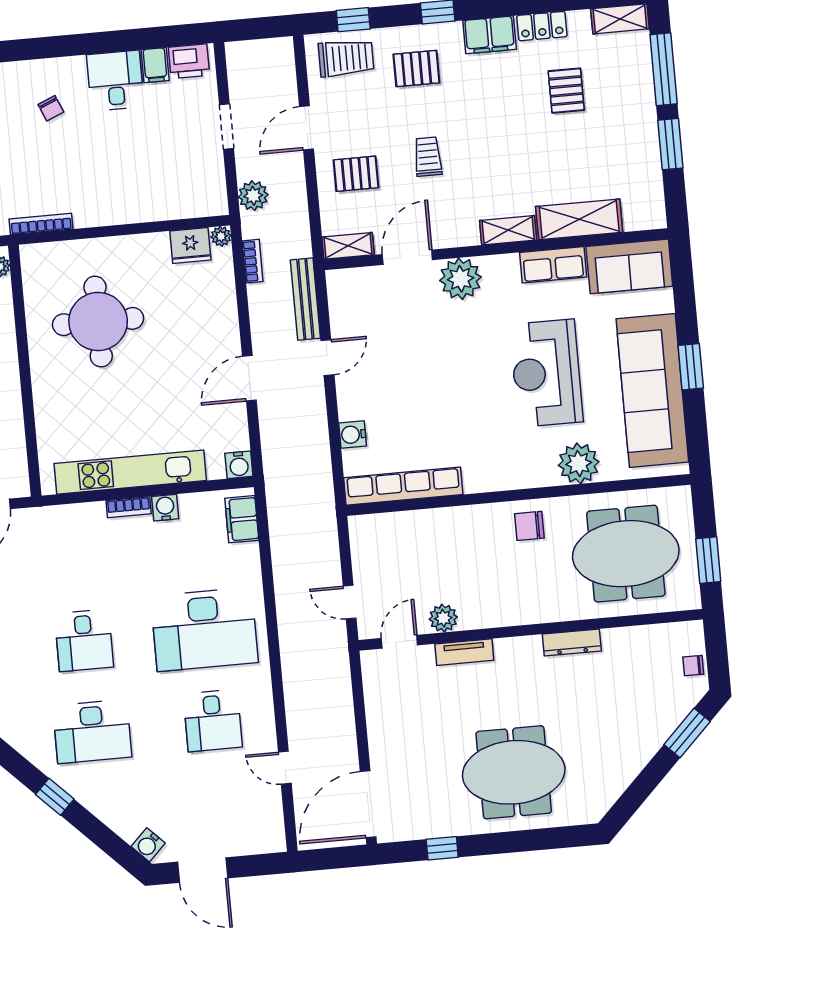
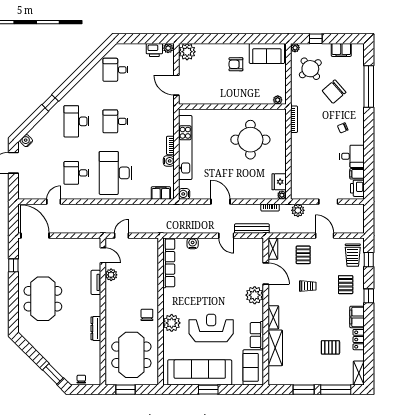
plant: (579, 463) -> (172, 323), moved

